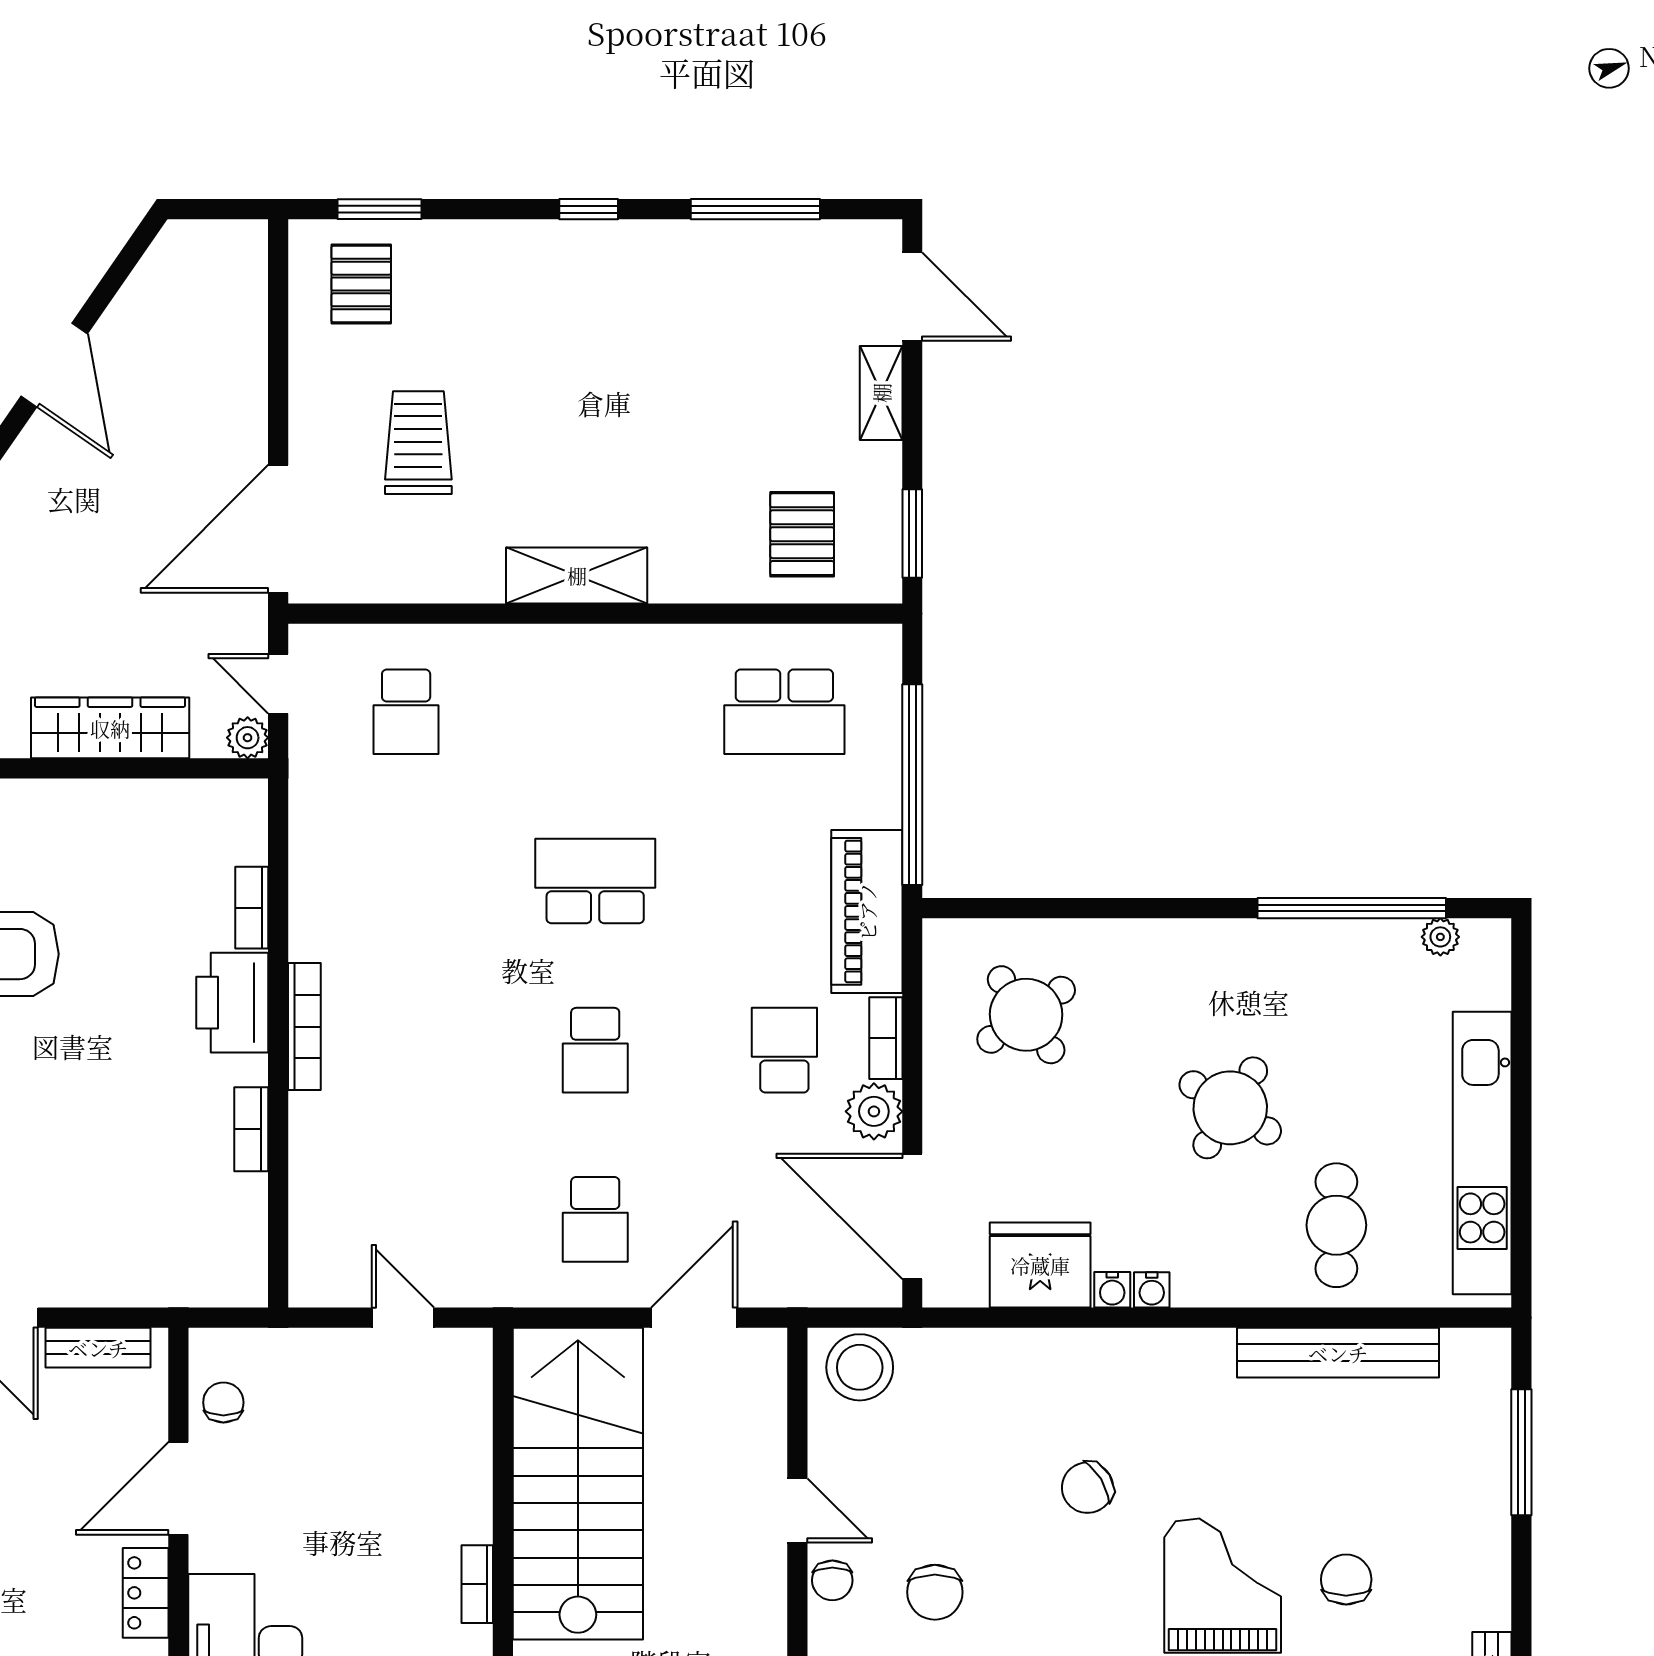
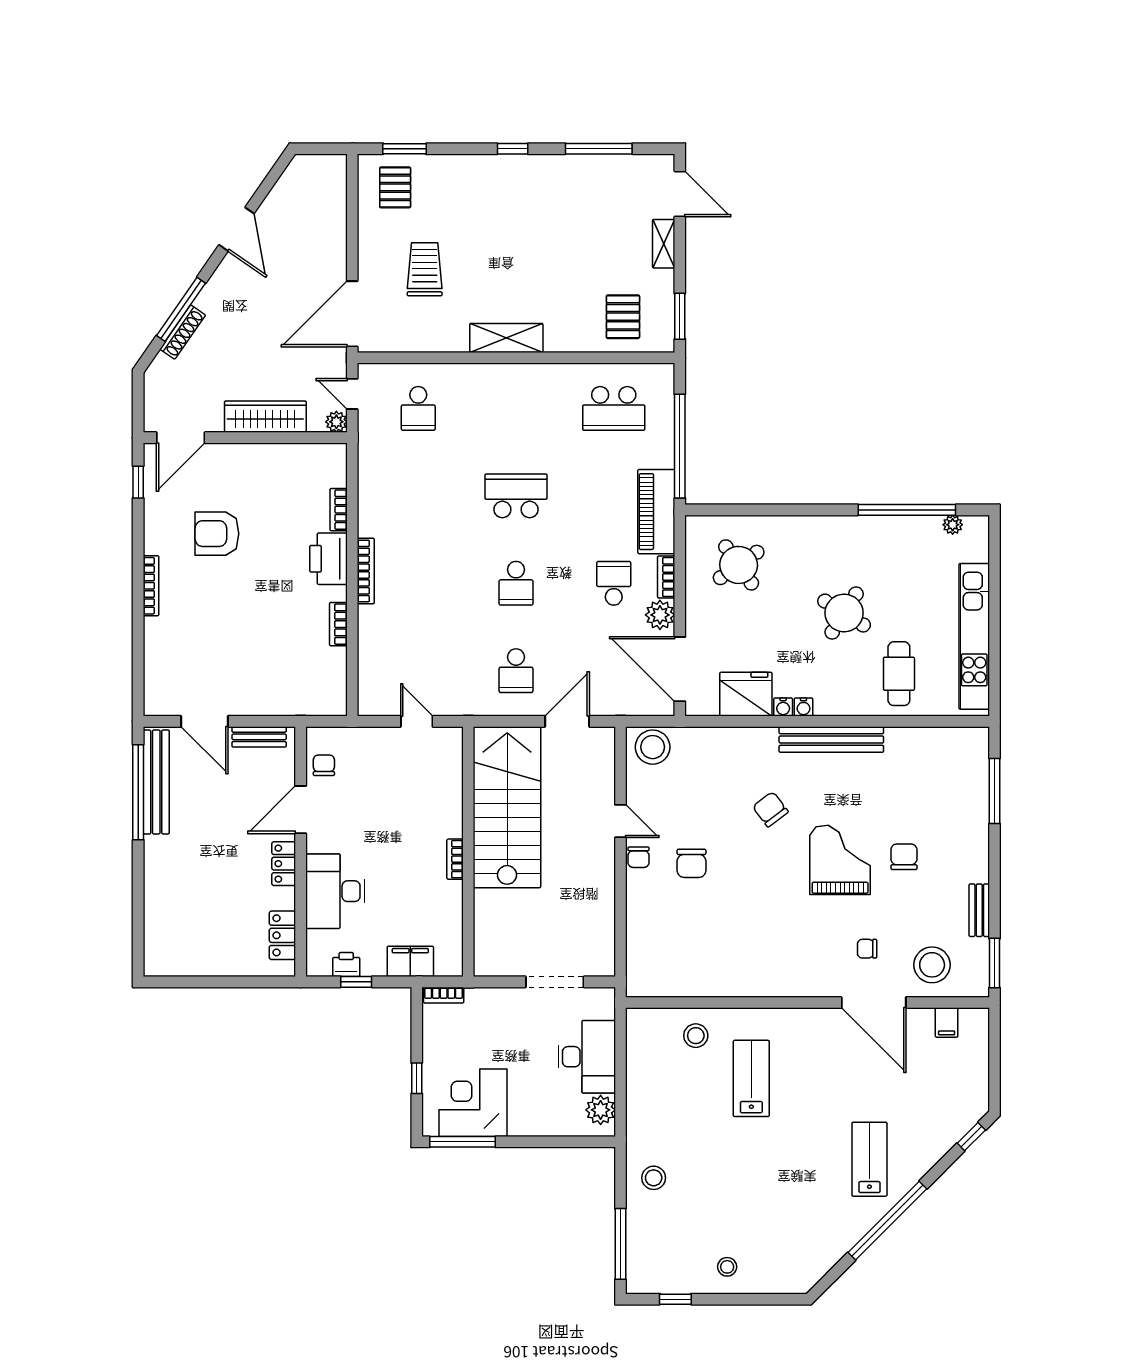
bench: (1338, 1353) -> (831, 740), moved
chair: (1088, 1488) -> (770, 809), turned 84

